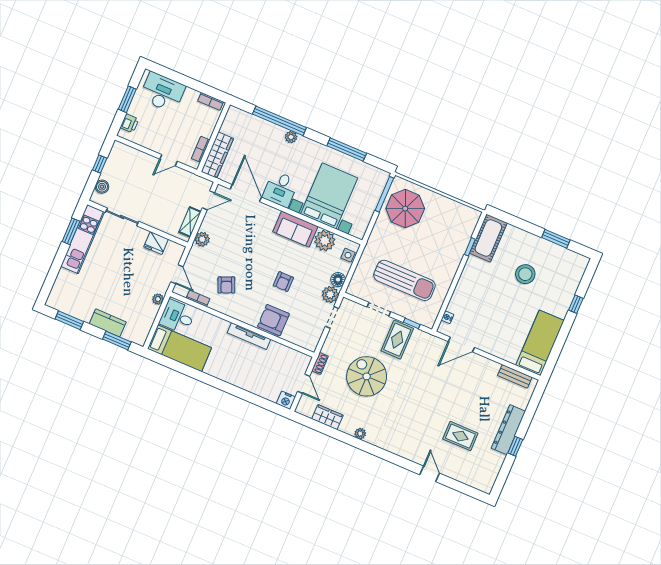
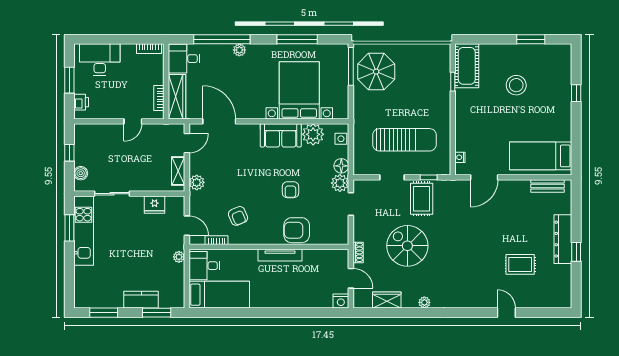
desk: (281, 189) -> (184, 59), moved, turned 90
bed: (540, 343) -> (541, 156), moved, turned -90

